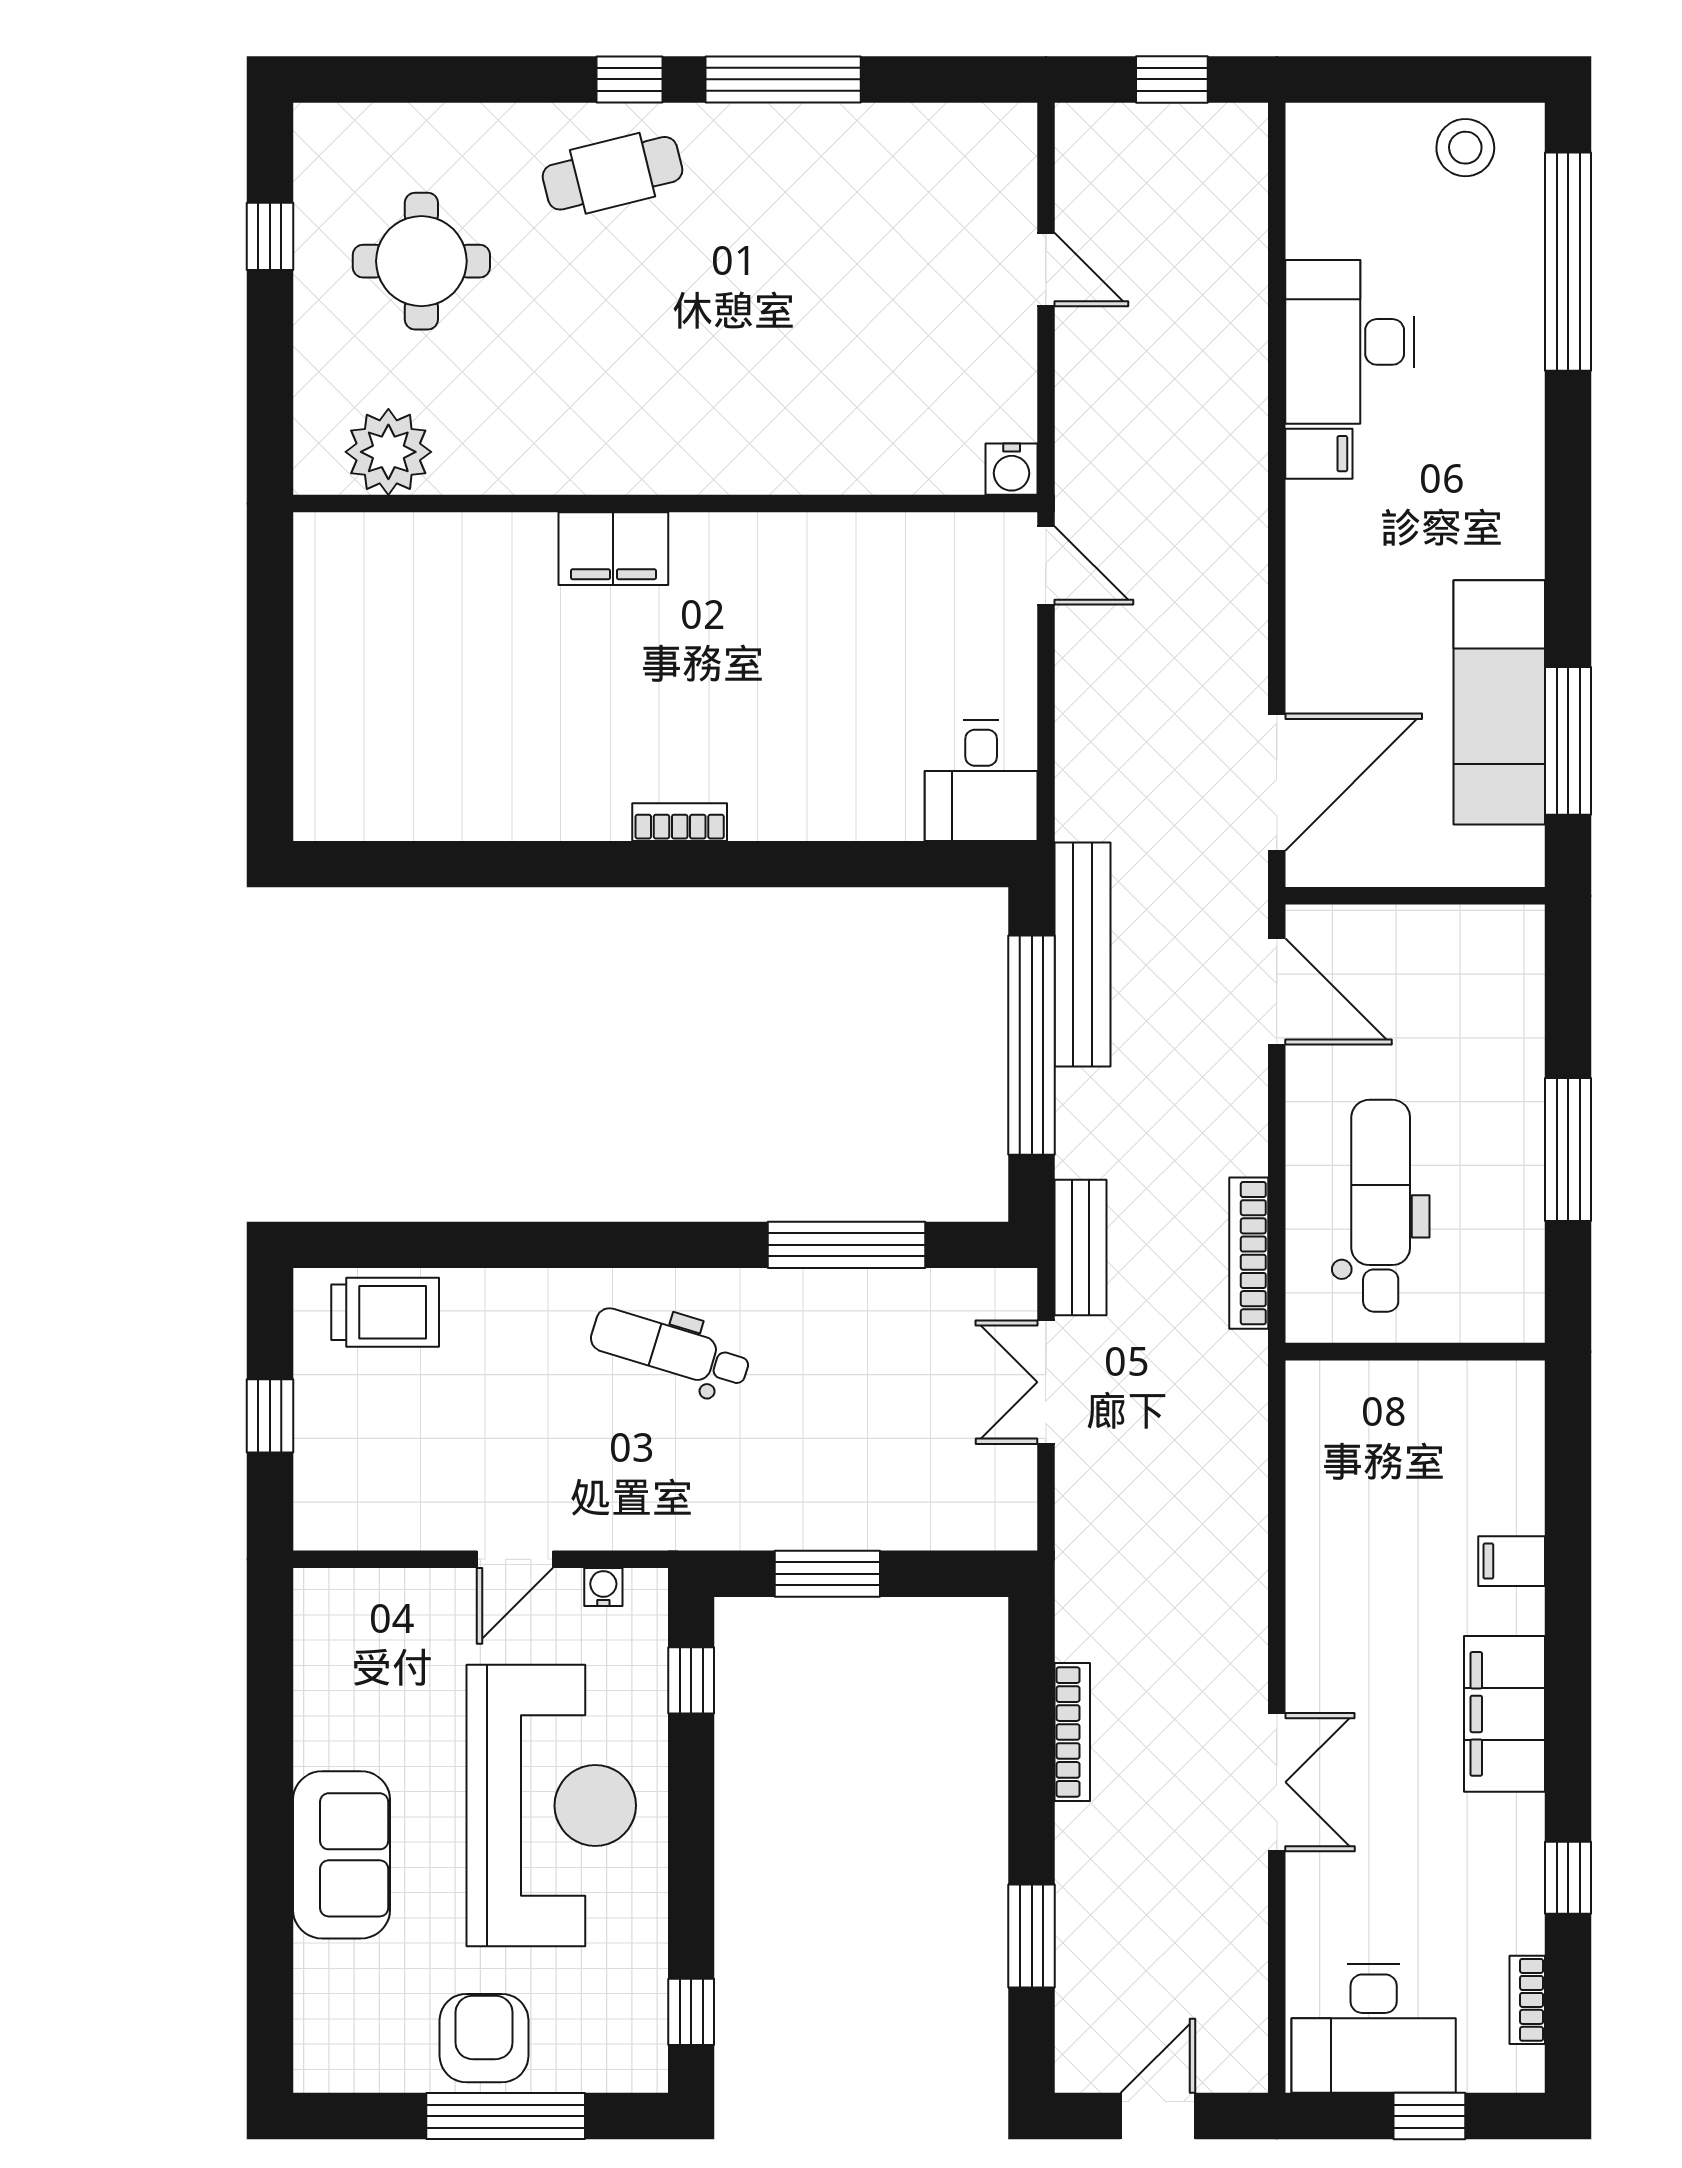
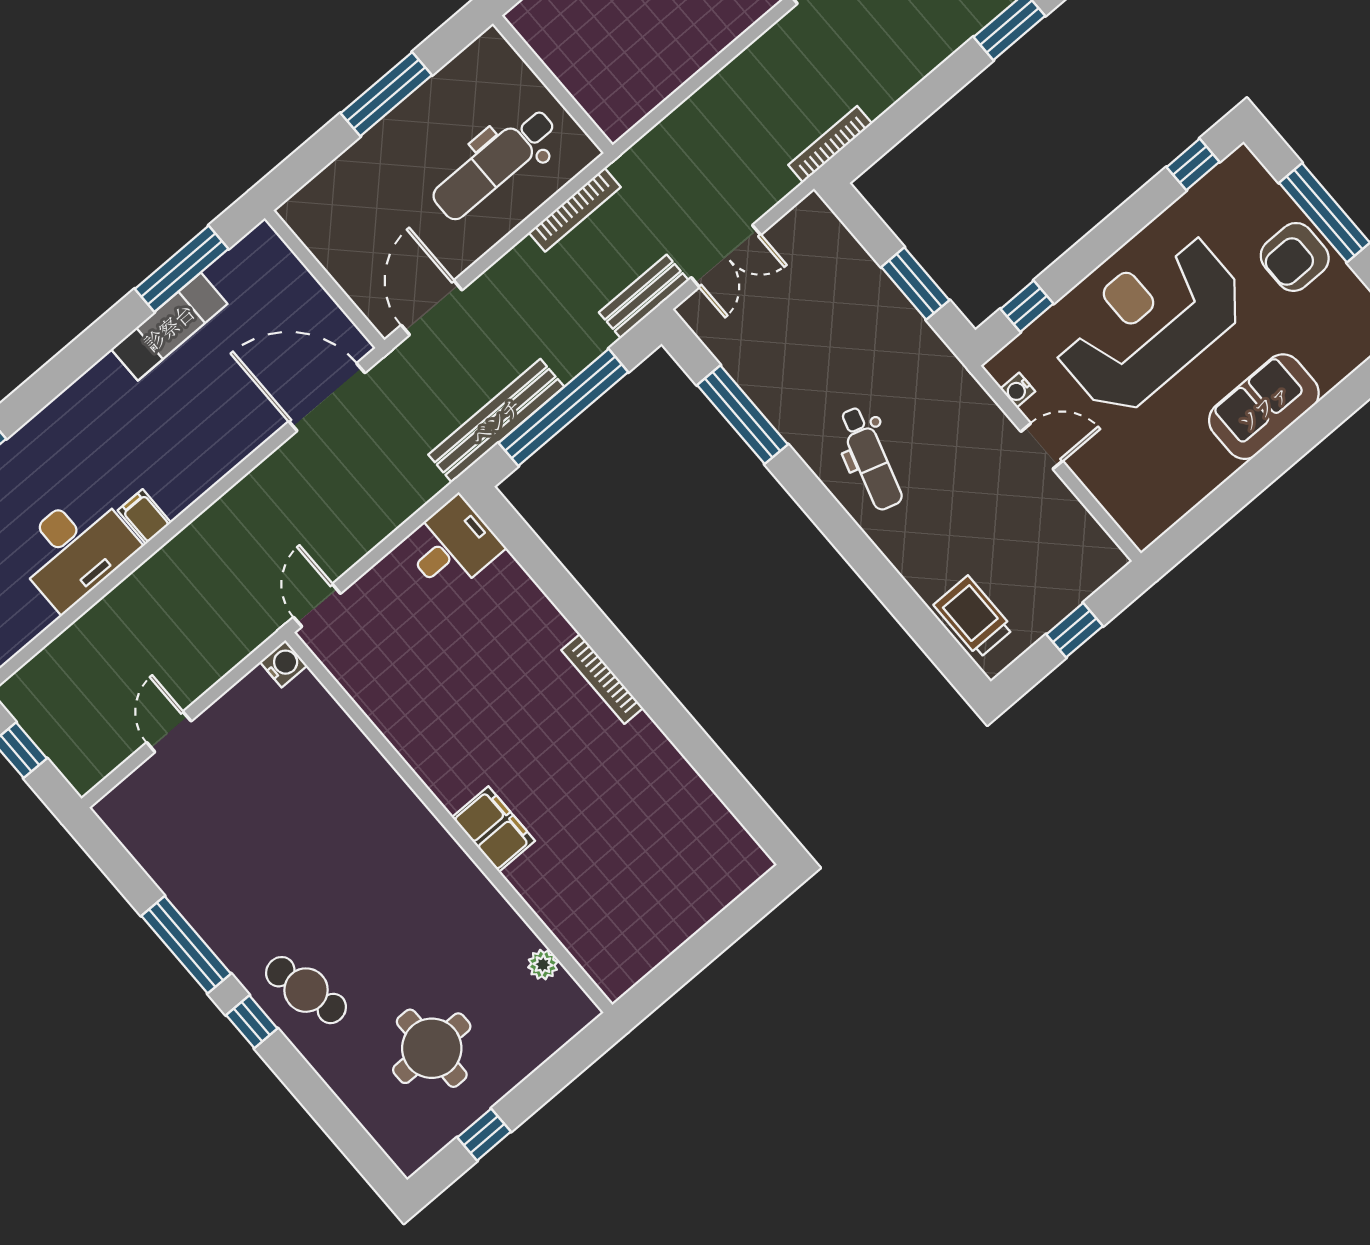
plant: (388, 452) -> (543, 965), width x0.53, depth x0.53
exam couch: (1499, 702) -> (169, 327), width x0.73, depth x0.69
bookcase: (680, 822) -> (602, 679), width x1.56
bookcase: (1072, 1732) -> (830, 144), moved

